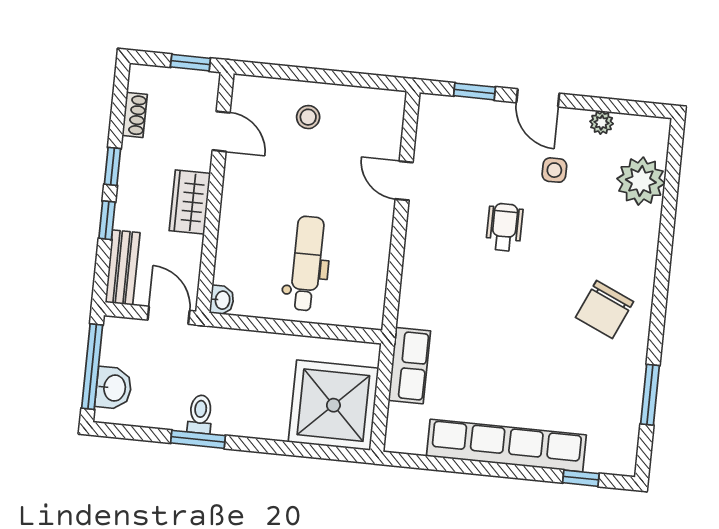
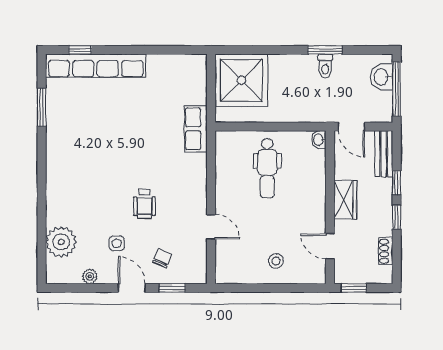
chair: (605, 309) -> (162, 258), moved, width x0.54, depth x0.54
row of seats: (409, 366) -> (196, 129), moved
row of seats: (506, 446) -> (96, 66), moved

